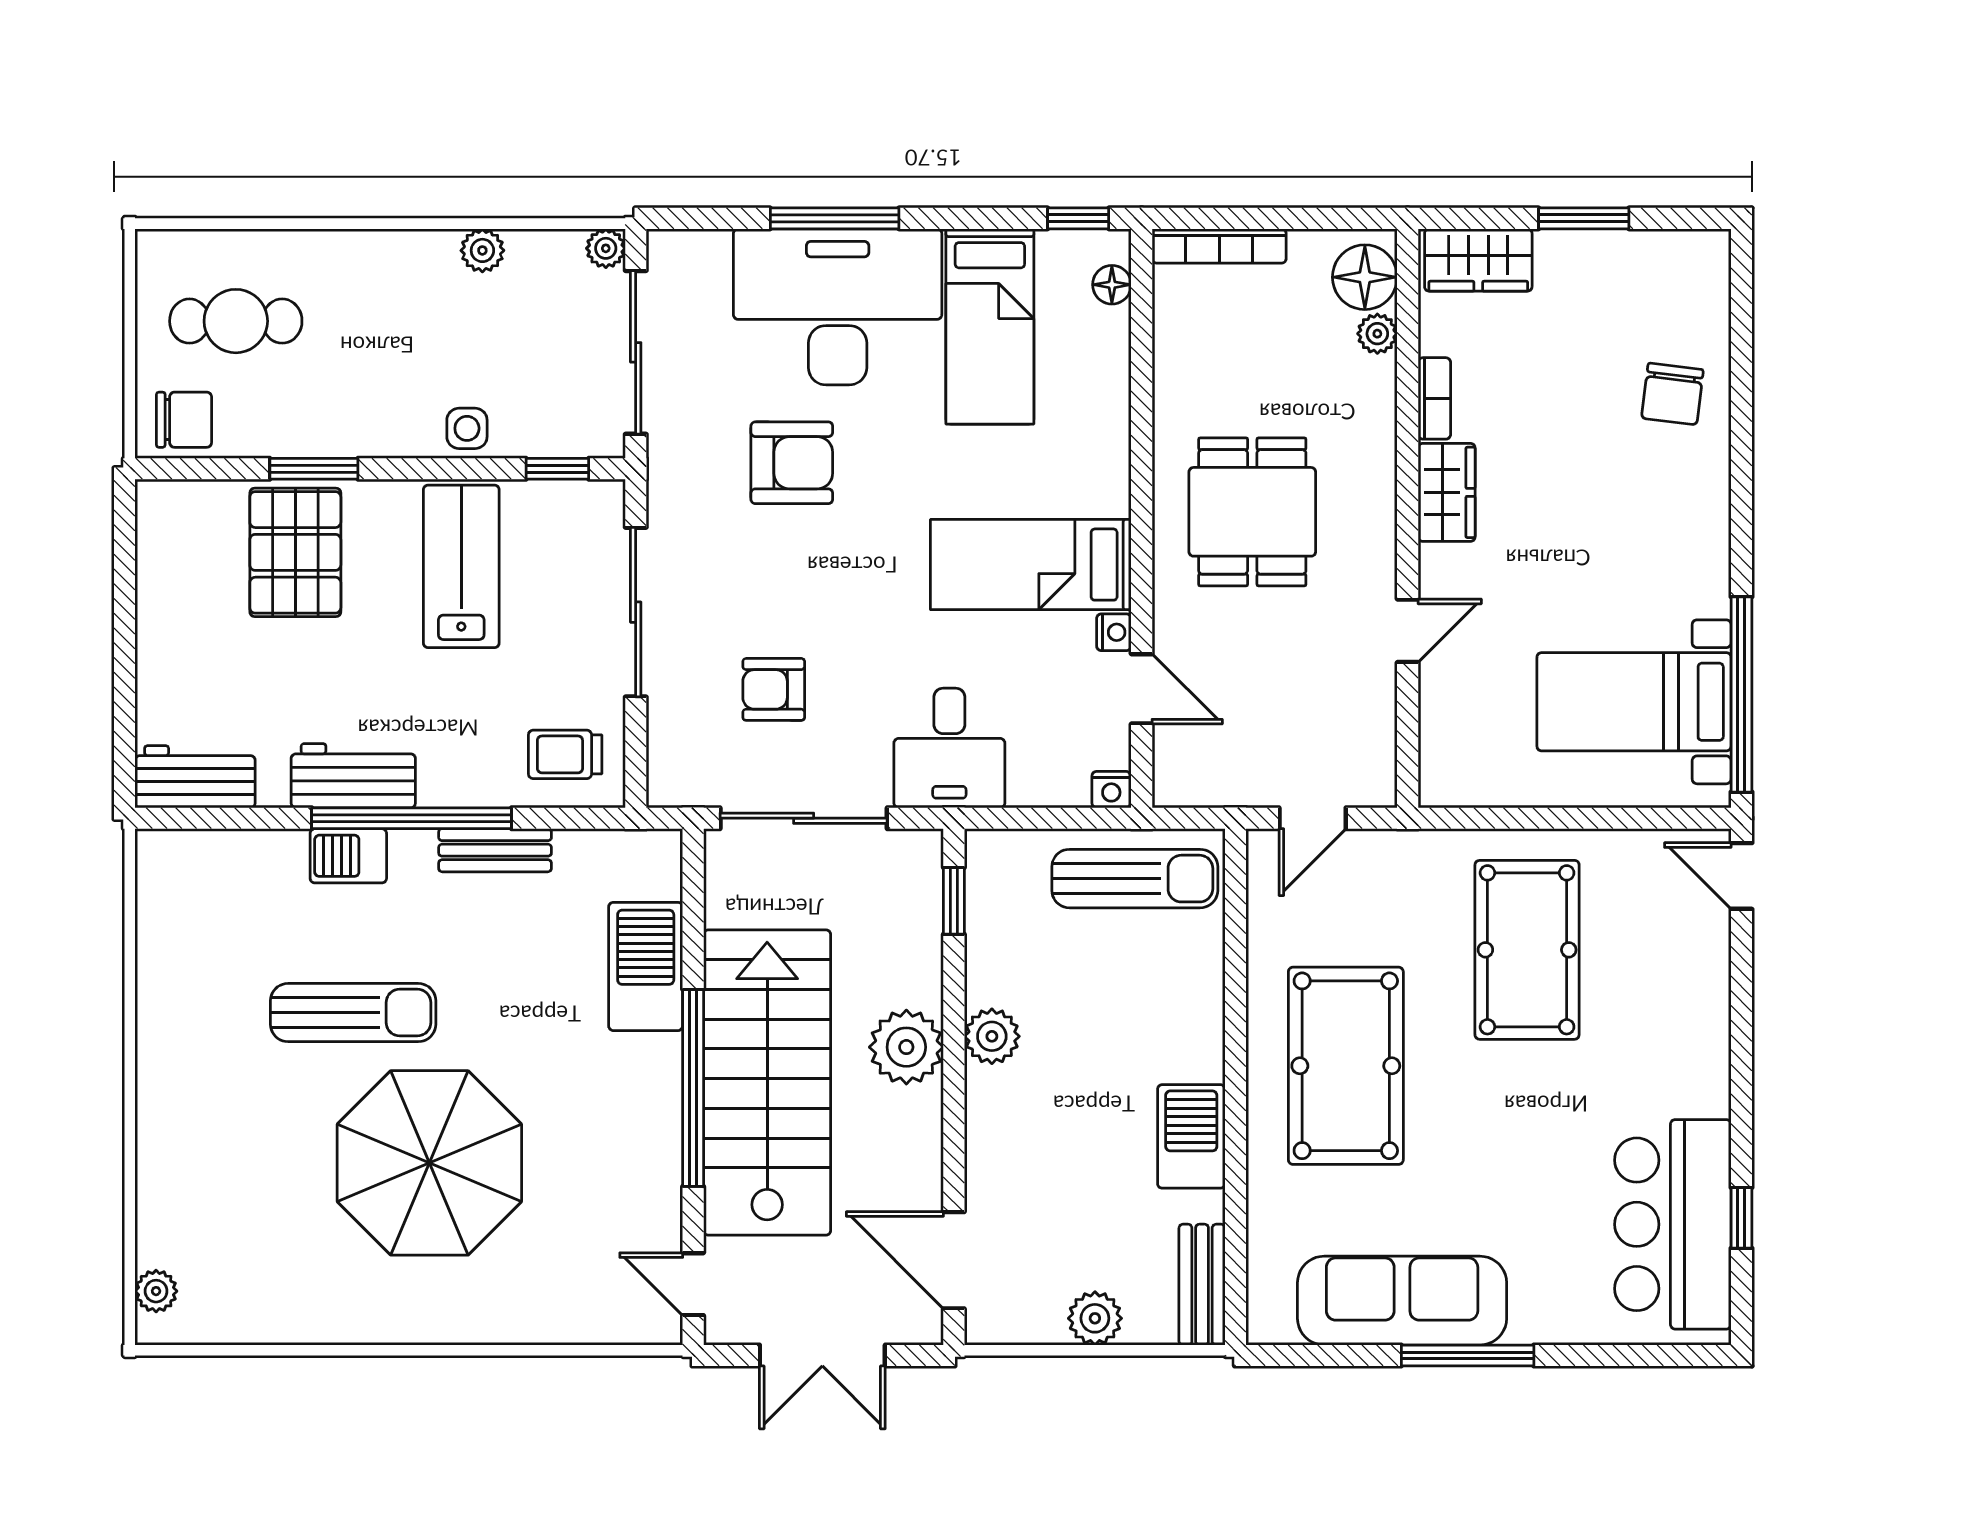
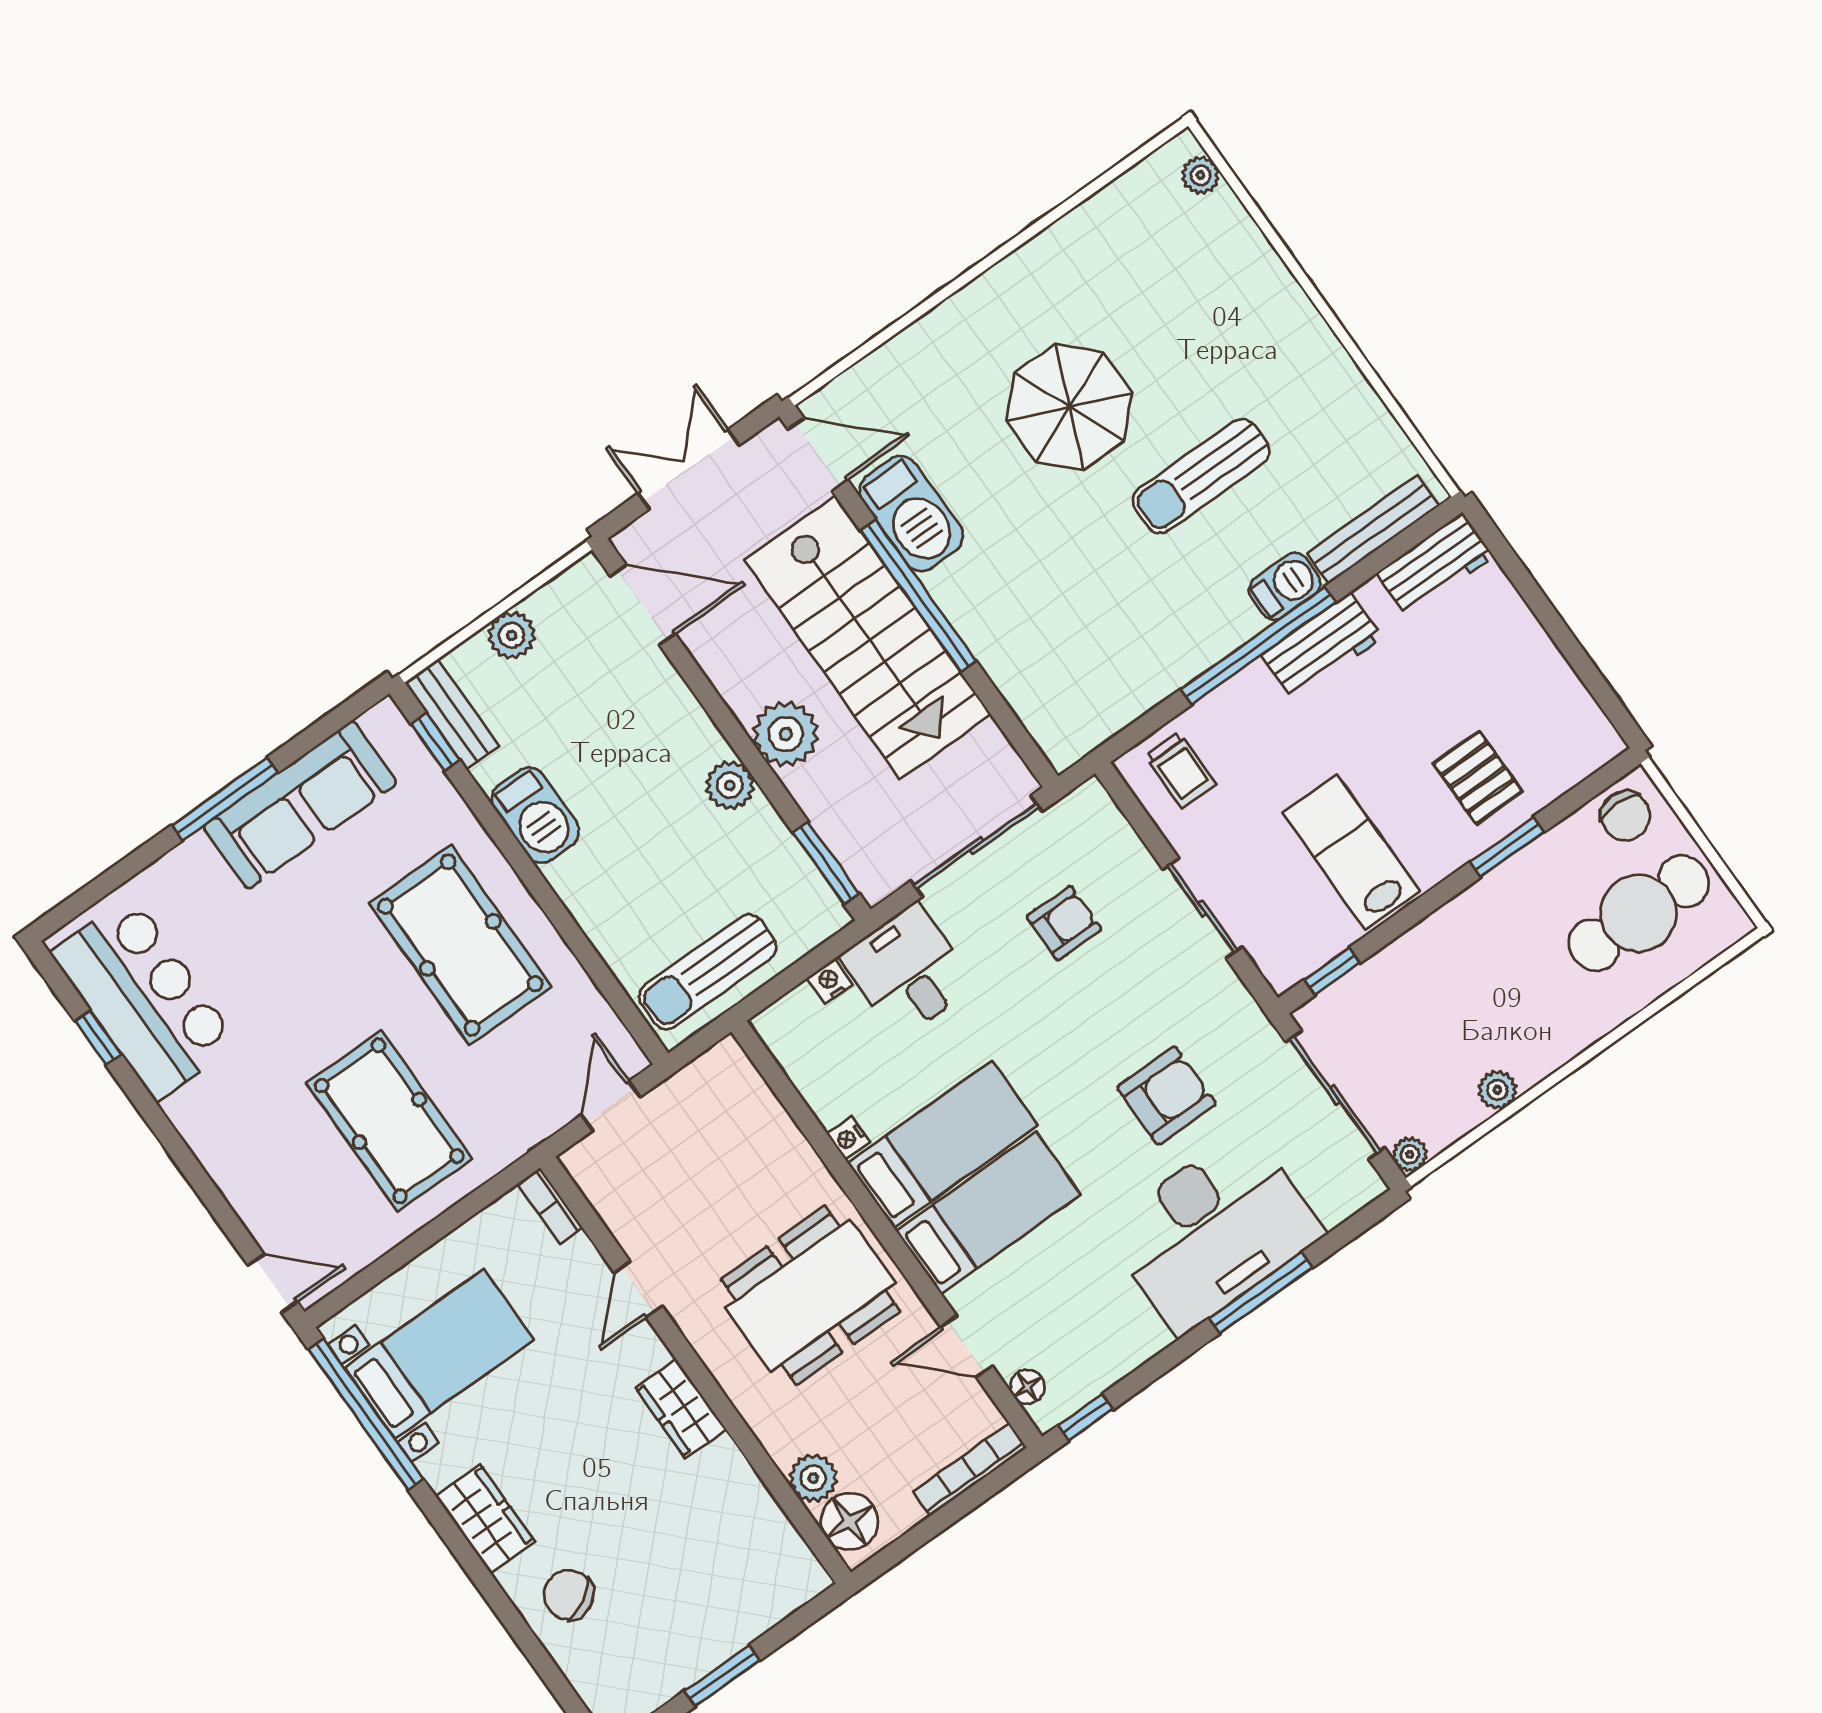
wardrobe: (1478, 260) -> (485, 1519), moved, turned 90
cafe table: (236, 321) -> (1639, 913), width x1.37, depth x1.35
bed: (990, 326) -> (988, 1213), moved, turned 90
plant: (1377, 334) -> (813, 1478), width x1.38, depth x1.38
chair: (1672, 394) -> (569, 1595), turned -37
bookcase: (1434, 398) -> (550, 1206), moved
chair: (184, 420) -> (1625, 816), turned -90
side table: (467, 428) -> (1418, 954), removed
armchair: (792, 463) -> (1167, 1095), turned 180
dining table: (1252, 512) -> (811, 1295), width x1.37
pallet: (295, 552) -> (1478, 777), width x0.67, depth x0.71
lab bench: (461, 566) -> (1351, 852), turned 180
sliding door: (636, 612) -> (1202, 908), width x0.73
door: (1142, 689) -> (967, 1346), moved
trolley: (565, 754) -> (1181, 770), turned 90
nightstand: (1111, 790) -> (830, 981), moved
bench: (495, 850) -> (1373, 529), moved, width x1.36
window: (954, 901) -> (826, 863), width x1.50
barbecue: (646, 966) -> (911, 514), moved
parasol: (429, 1163) -> (1069, 407), width x0.73, depth x0.73
window: (1236, 1270) -> (435, 742), added
door: (693, 1284) -> (818, 455), width x1.38

